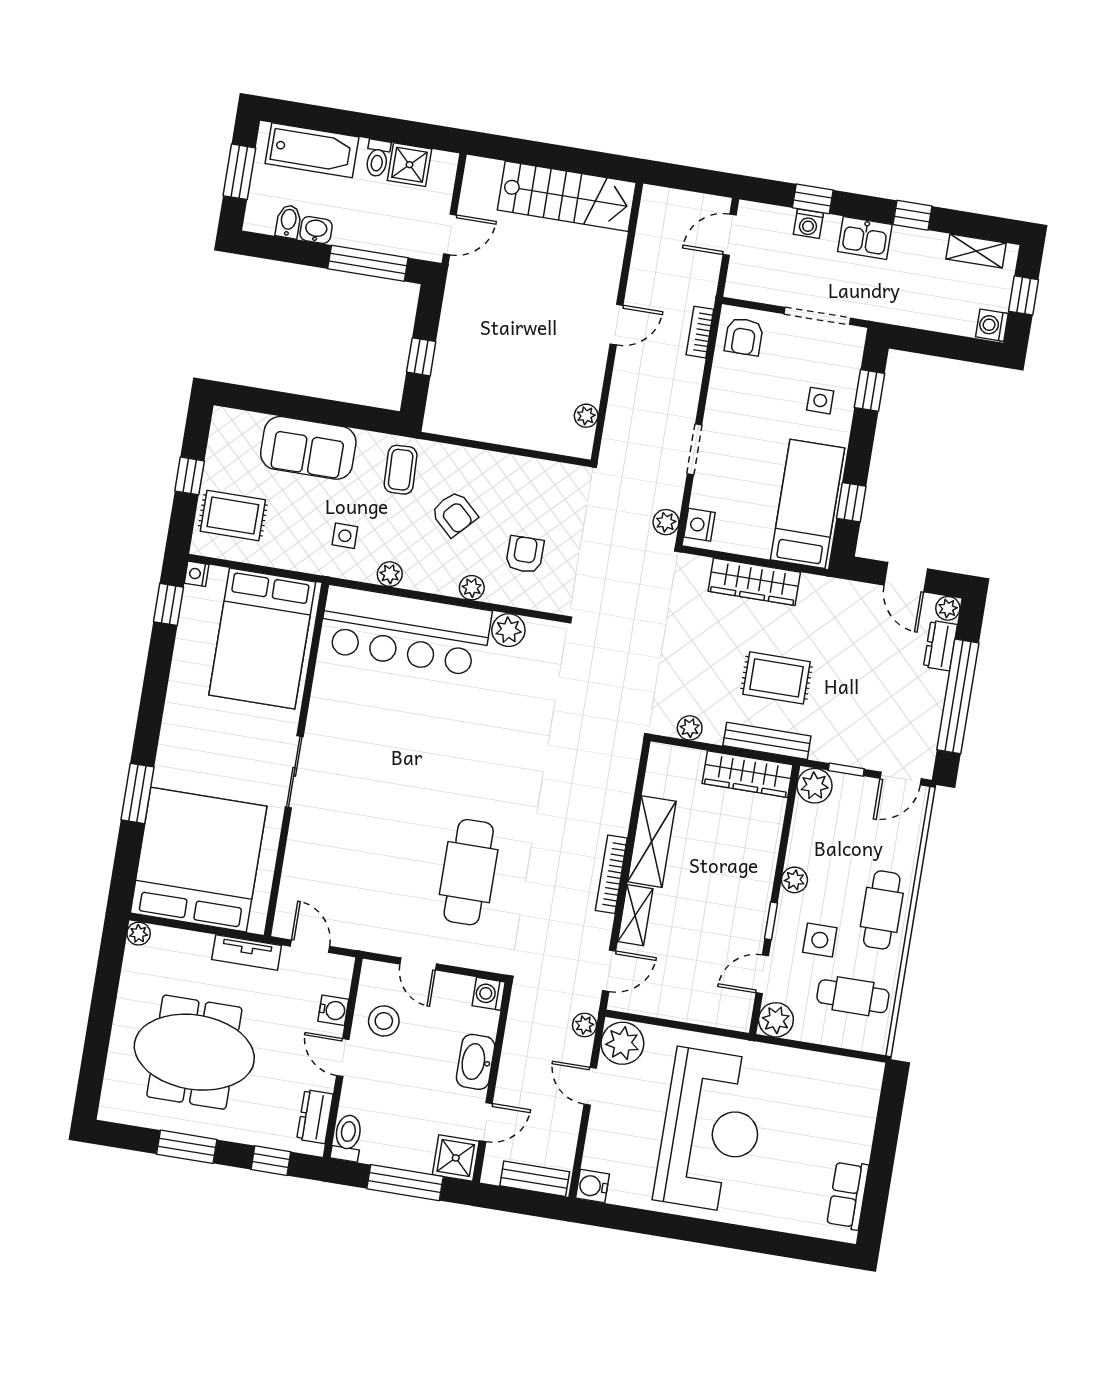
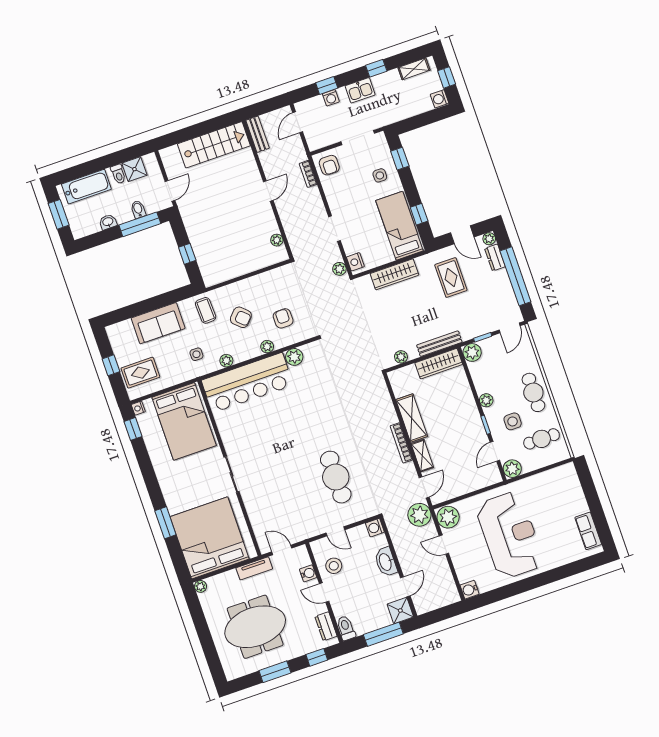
bidet: (288, 222) -> (138, 209), moved
rug: (777, 678) -> (451, 278), moved, turned 90
plant: (585, 1025) -> (419, 515), width x1.88, depth x1.88
bench: (535, 1179) -> (258, 134), moved, turned 90

